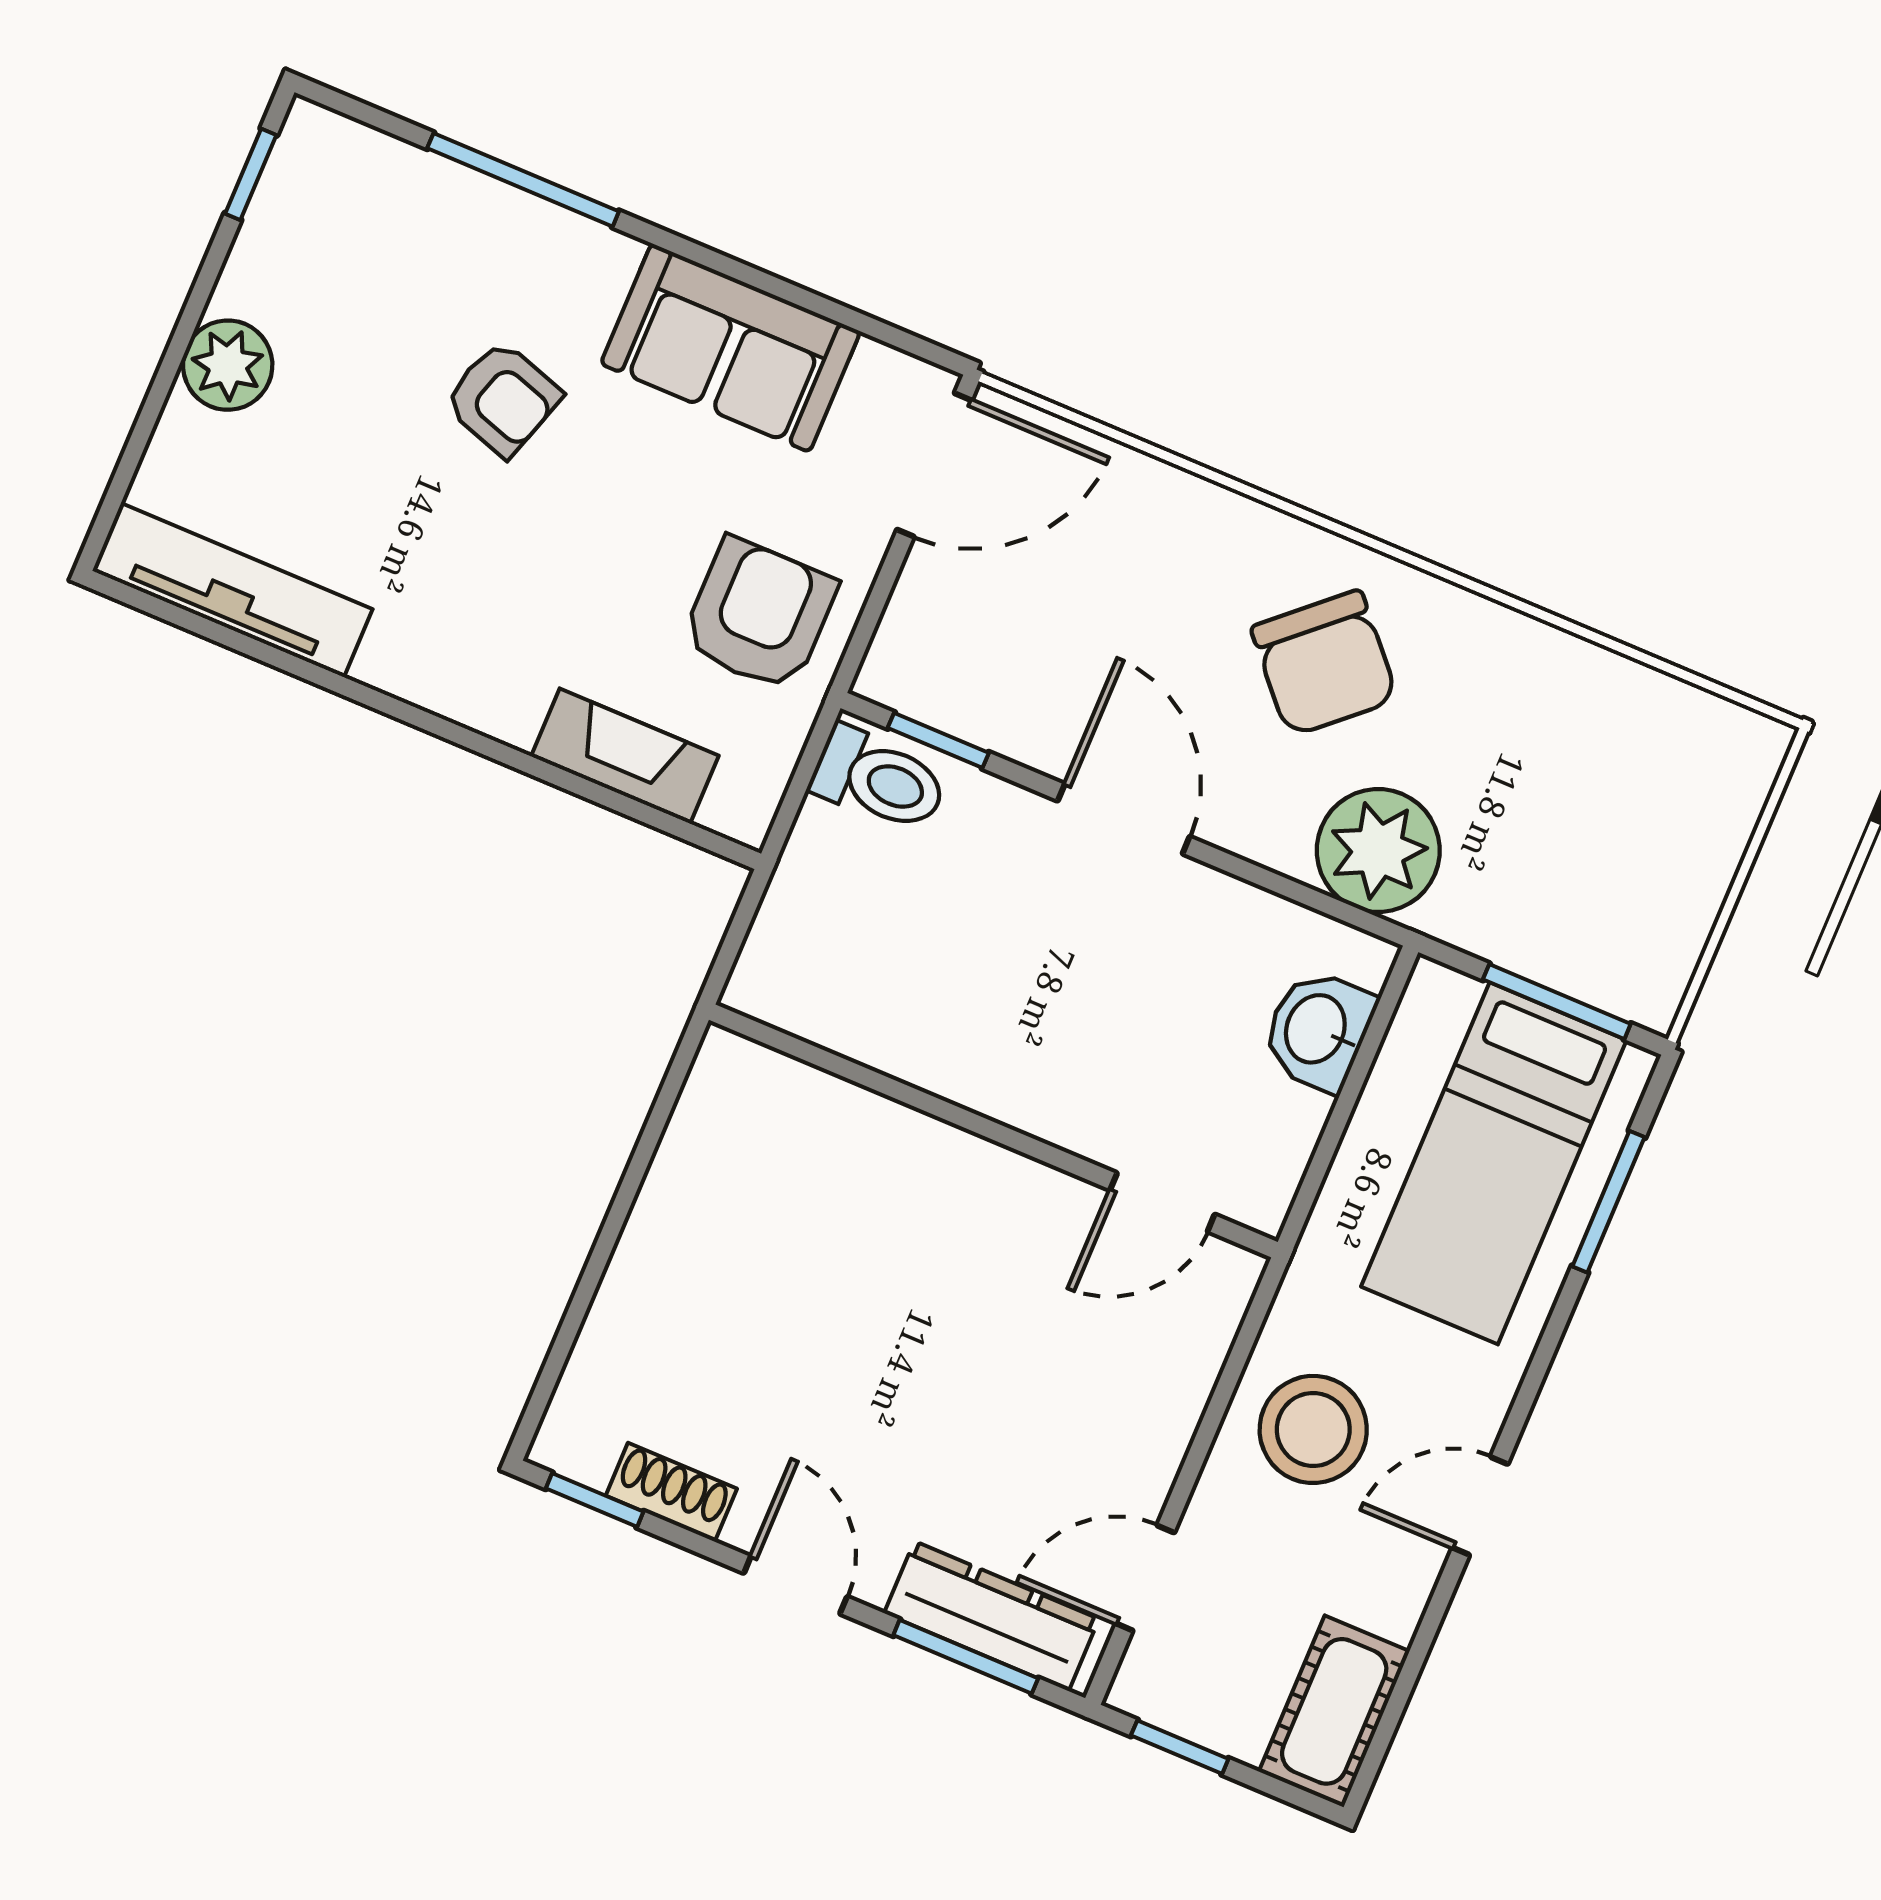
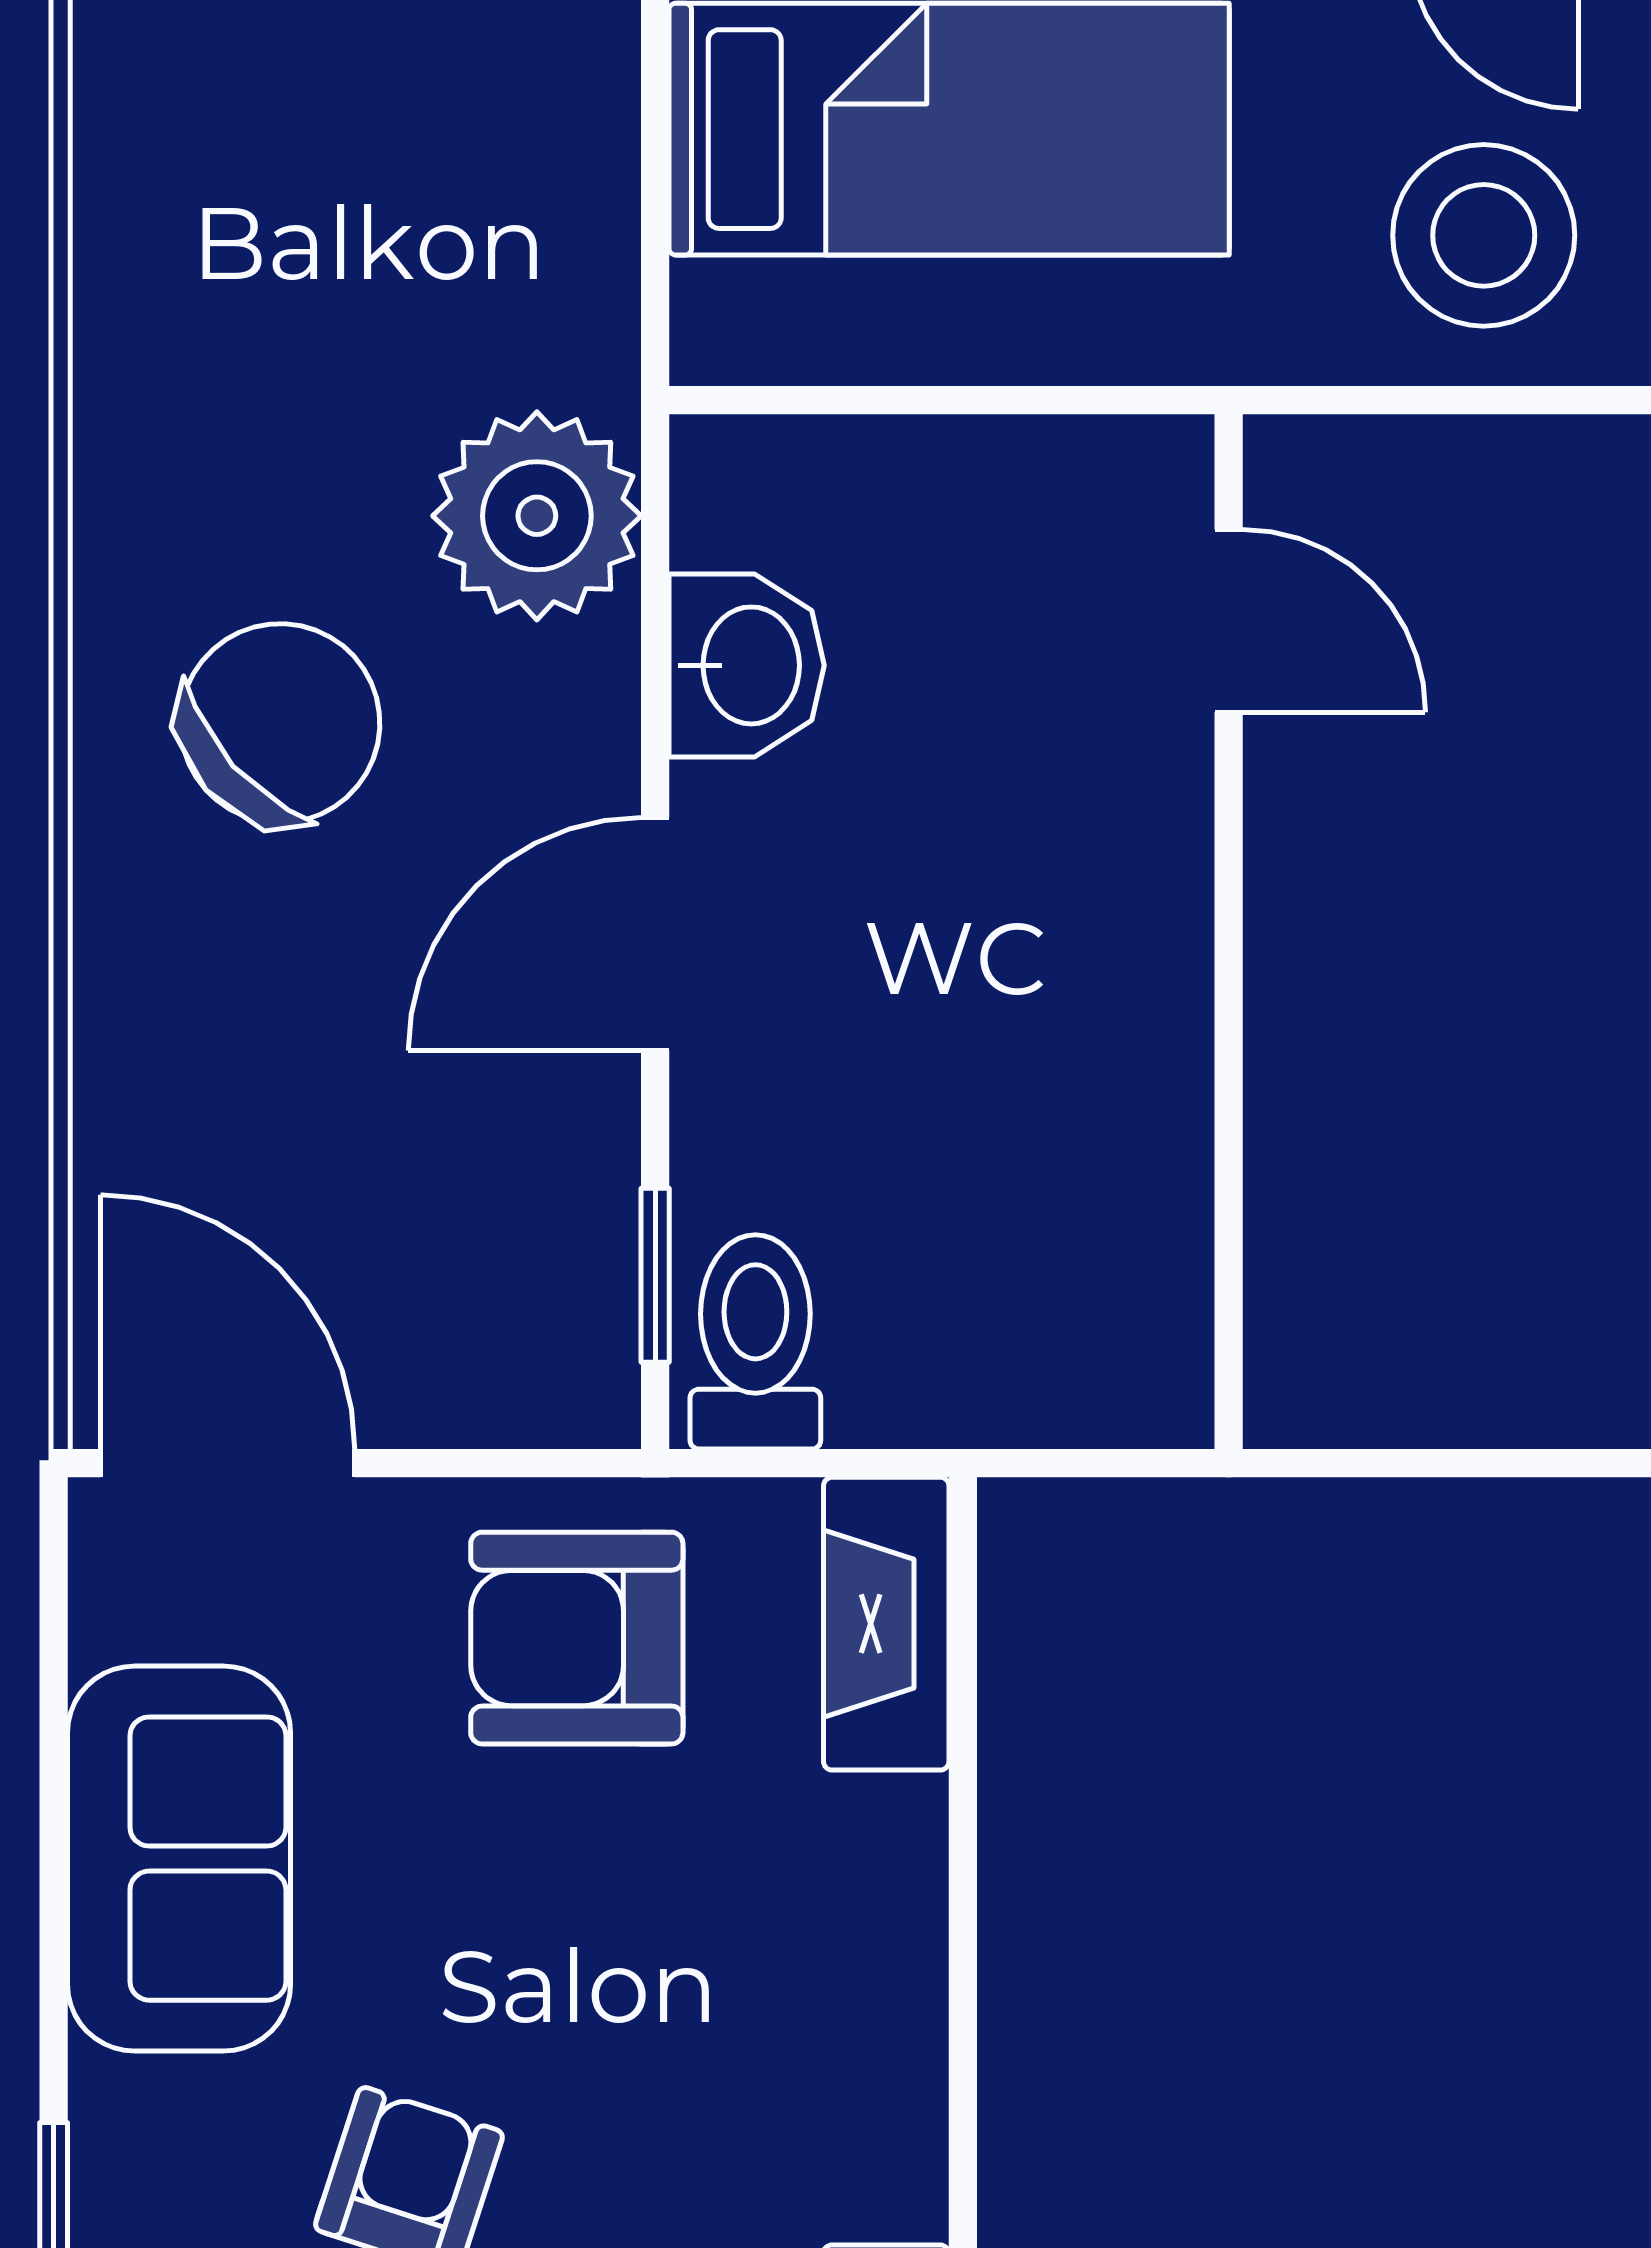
fireplace: (625, 756) -> (886, 1624), moved
window: (1557, 1002) -> (655, 137), removed
washbasin: (1318, 1030) -> (747, 665), moved, turned -90

